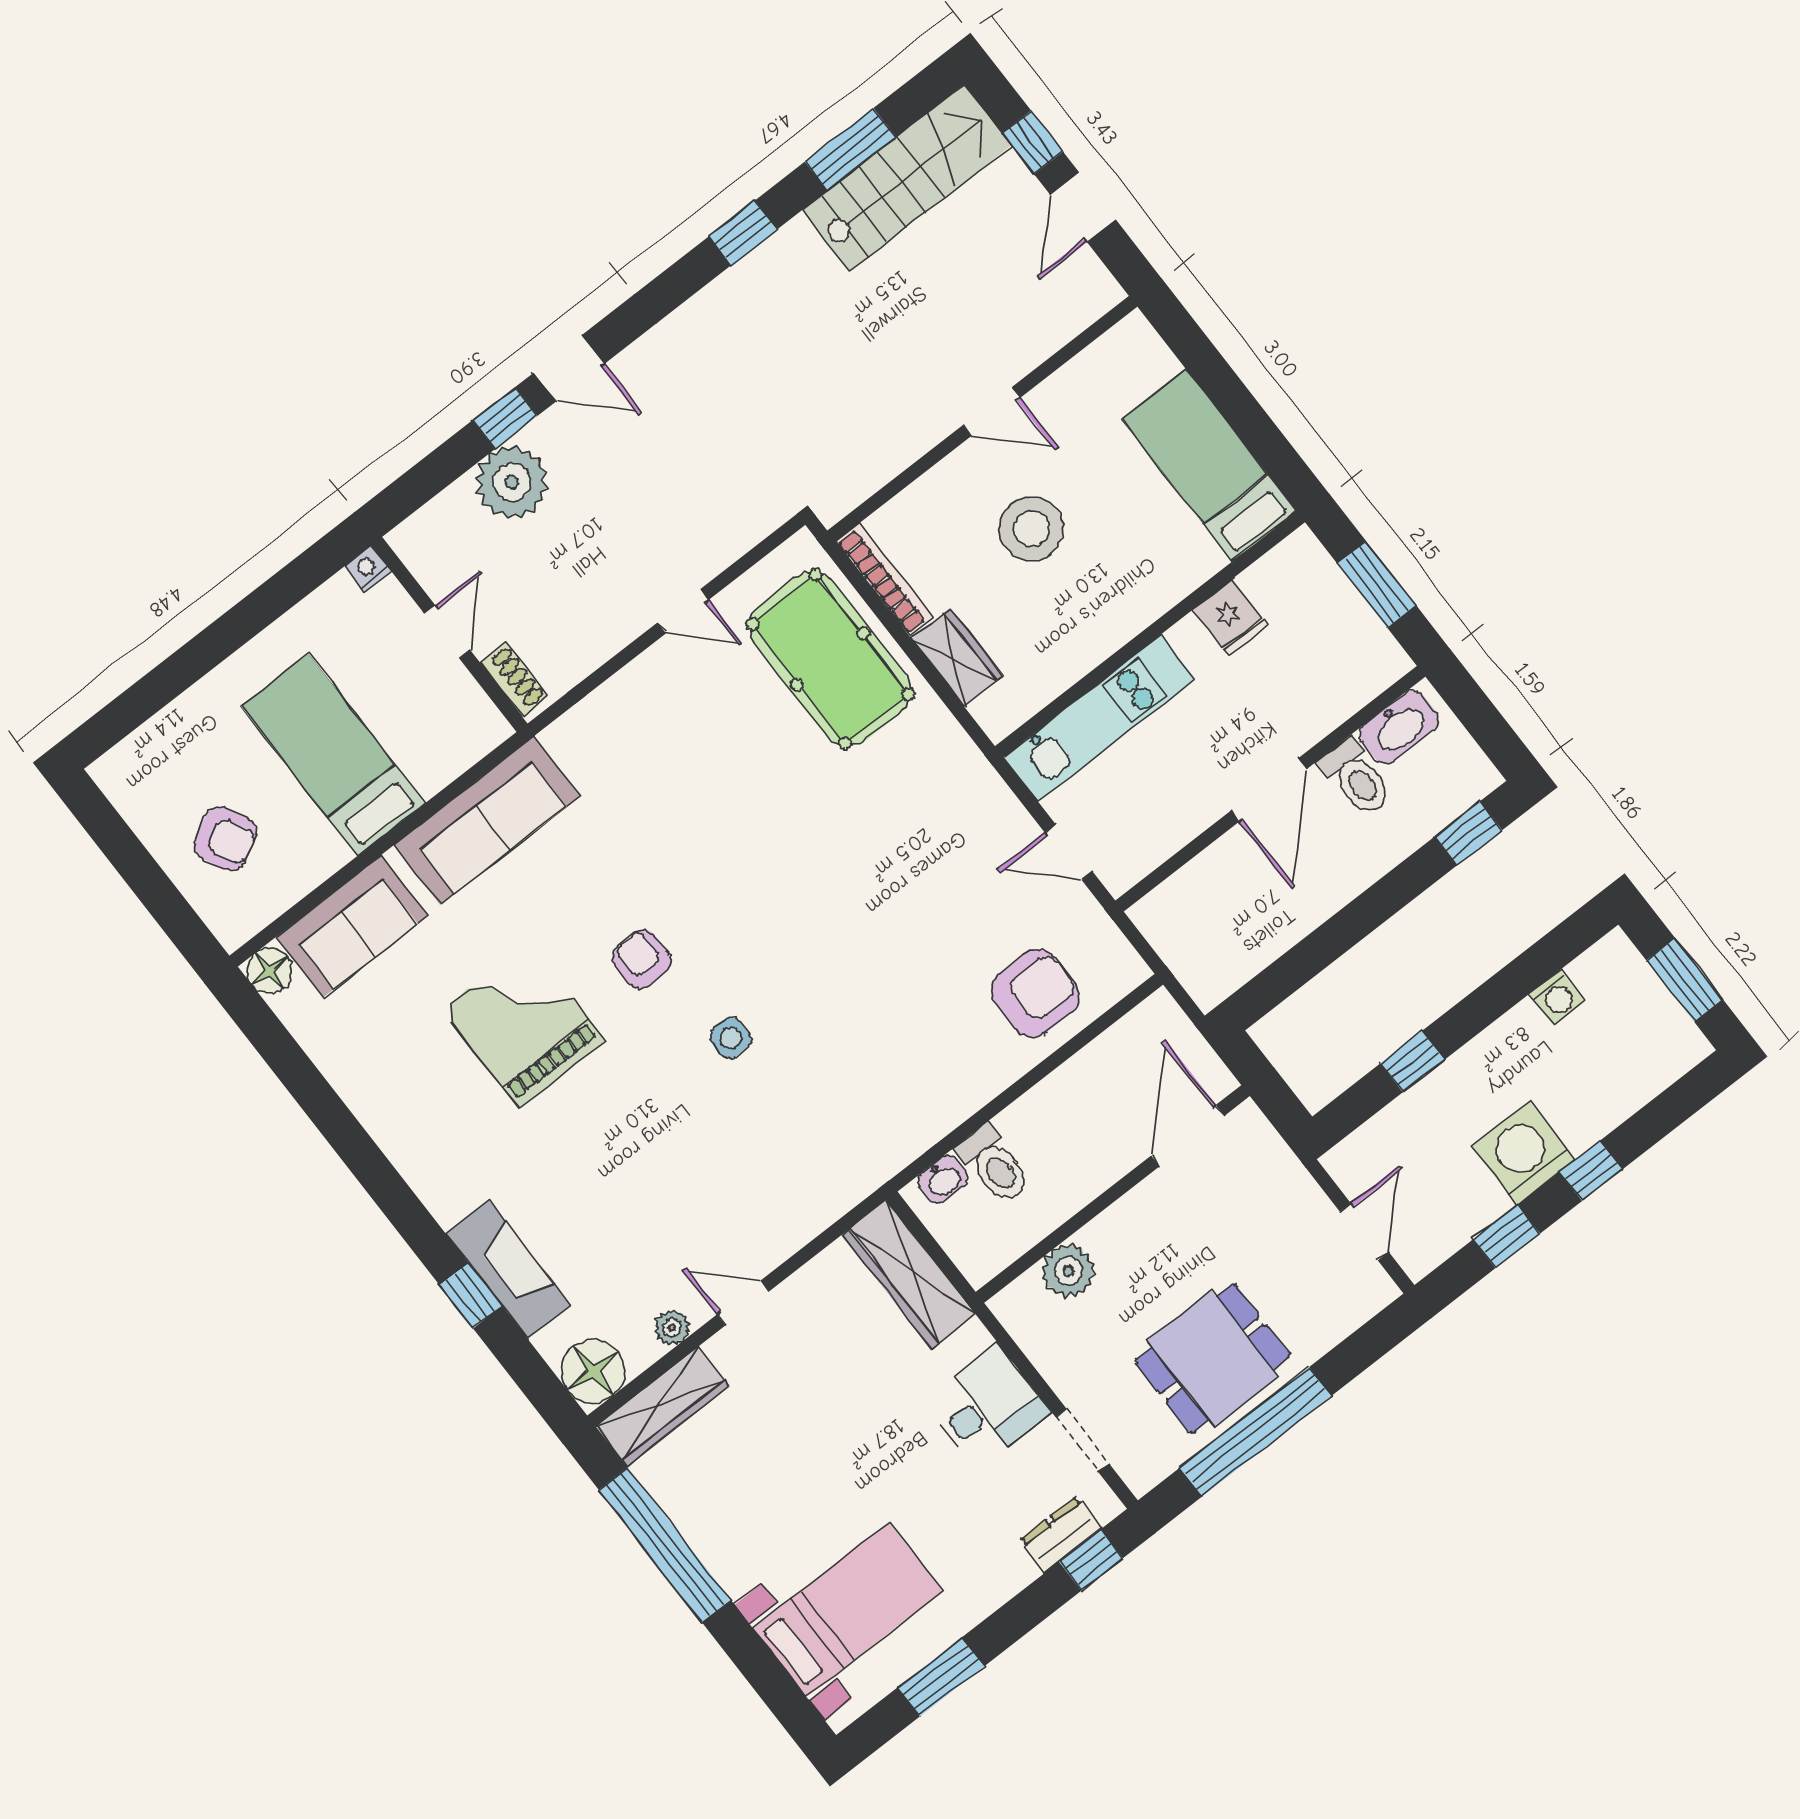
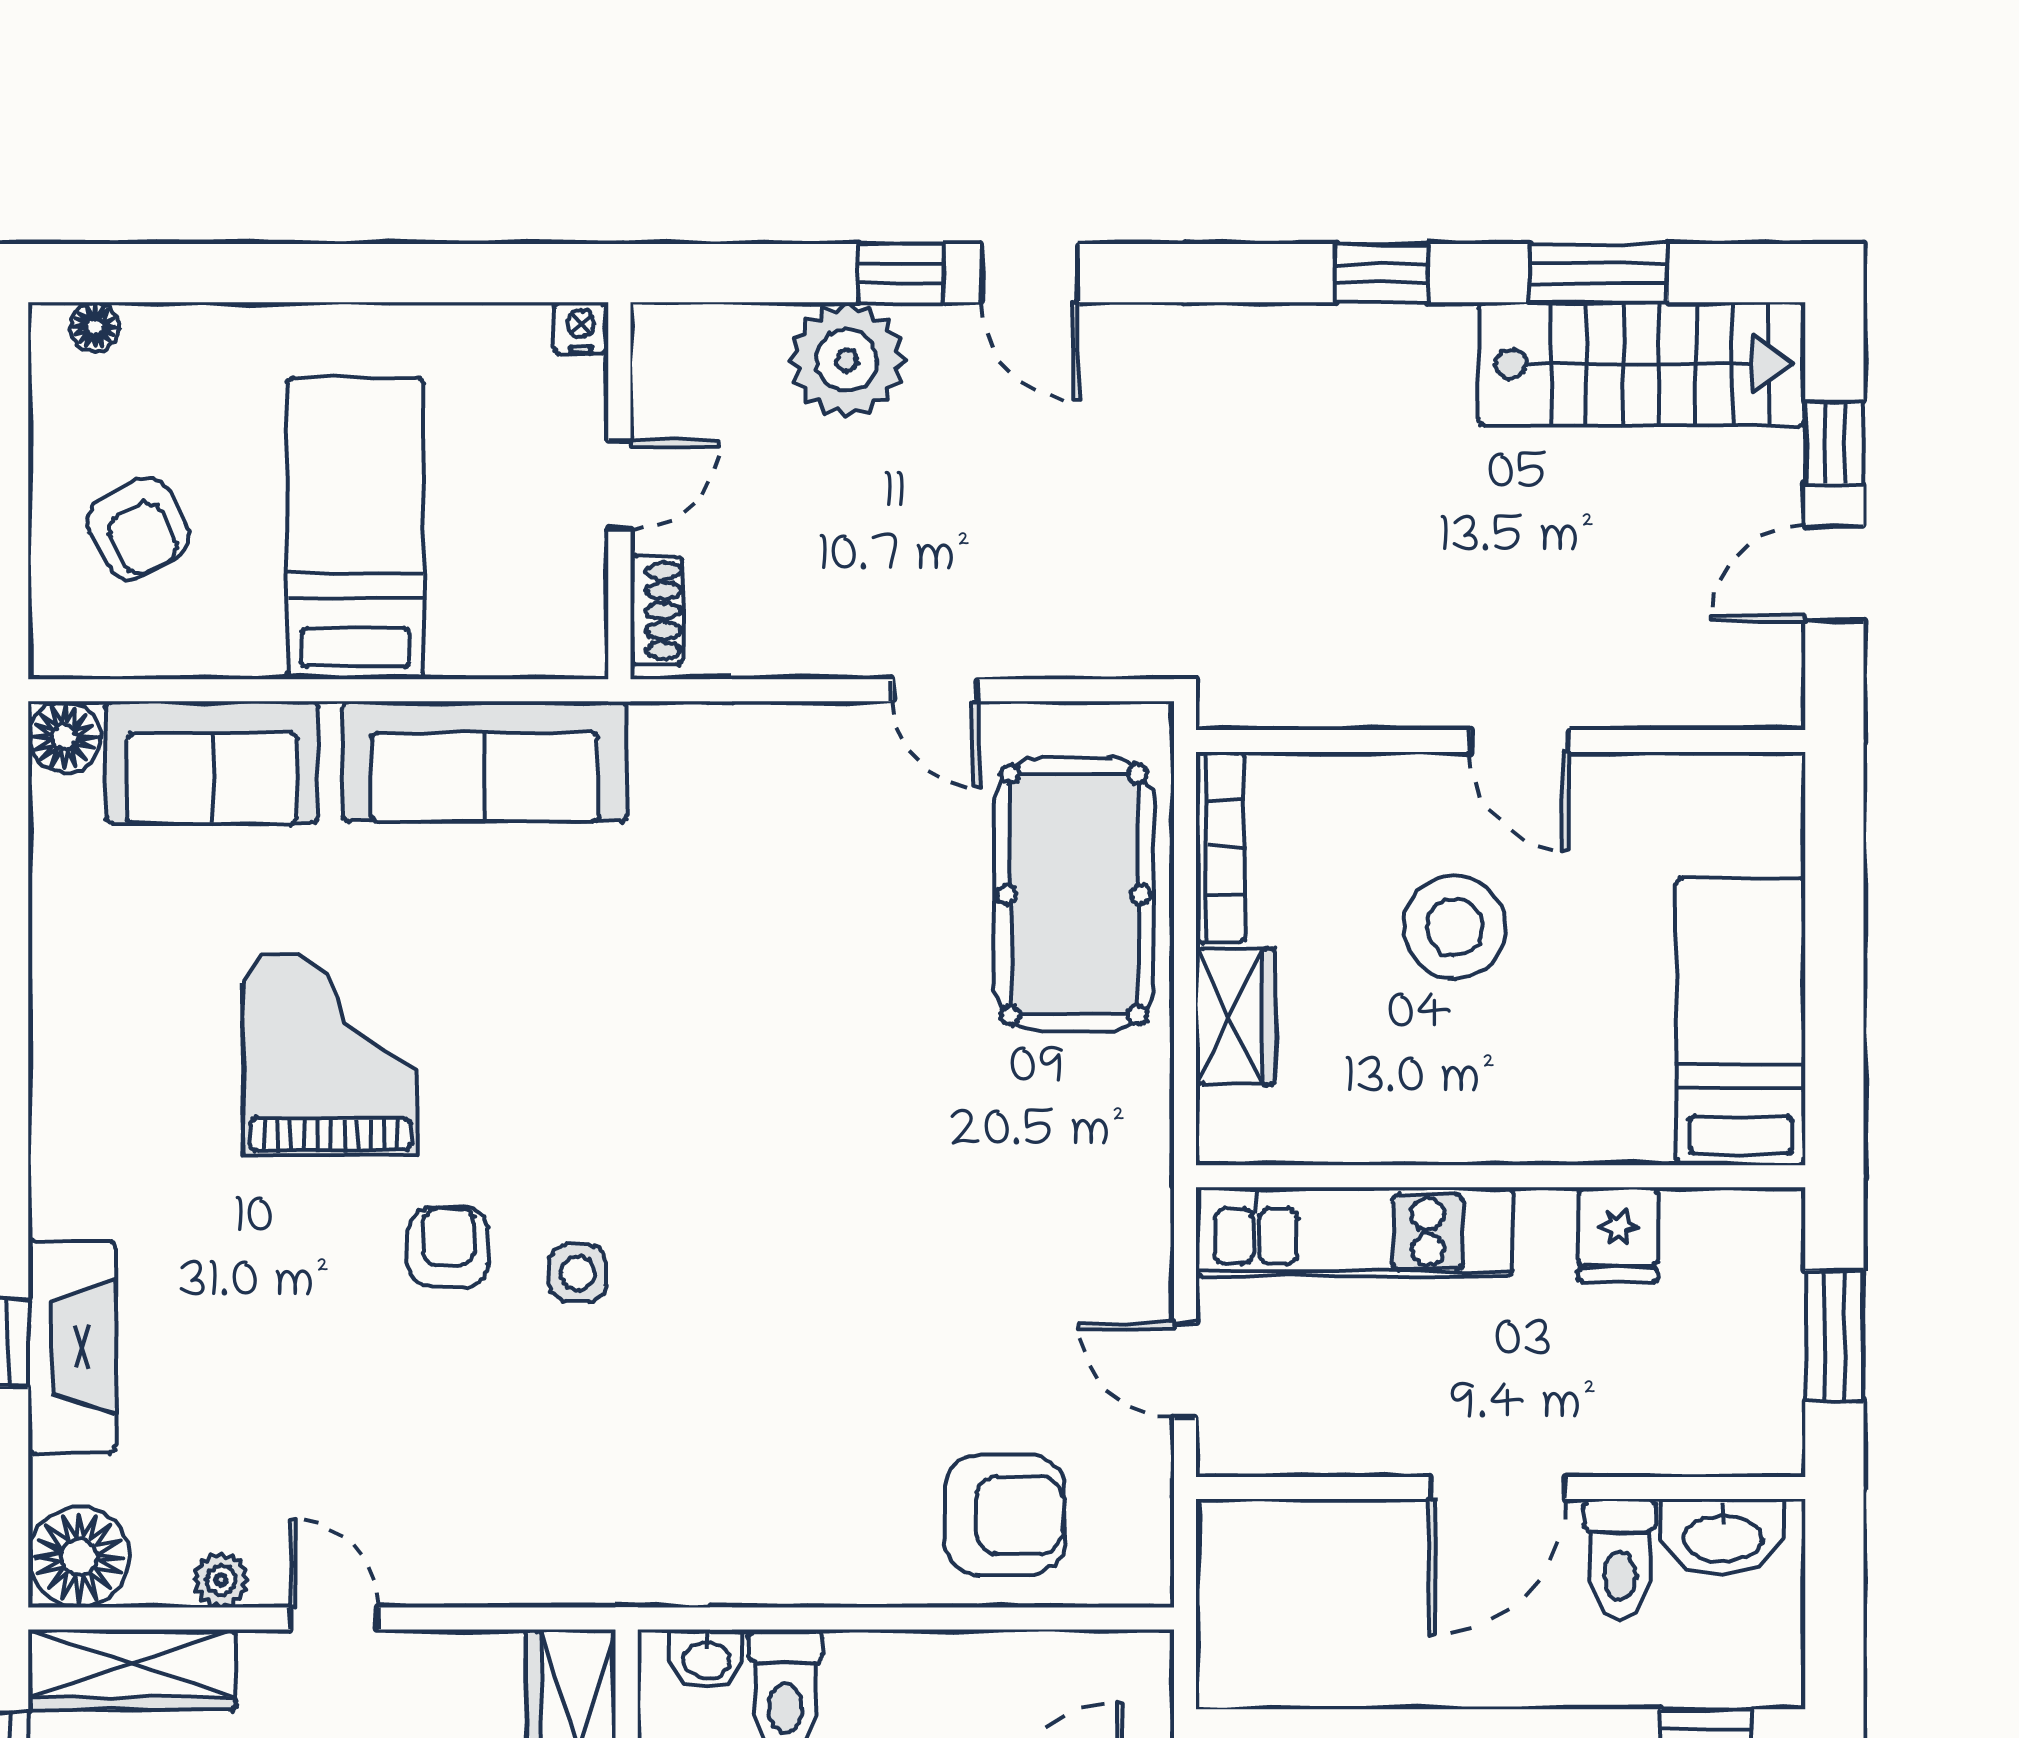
floor lamp: (126, 756) -> (95, 327), added
armchair: (642, 959) -> (448, 1247), moved

